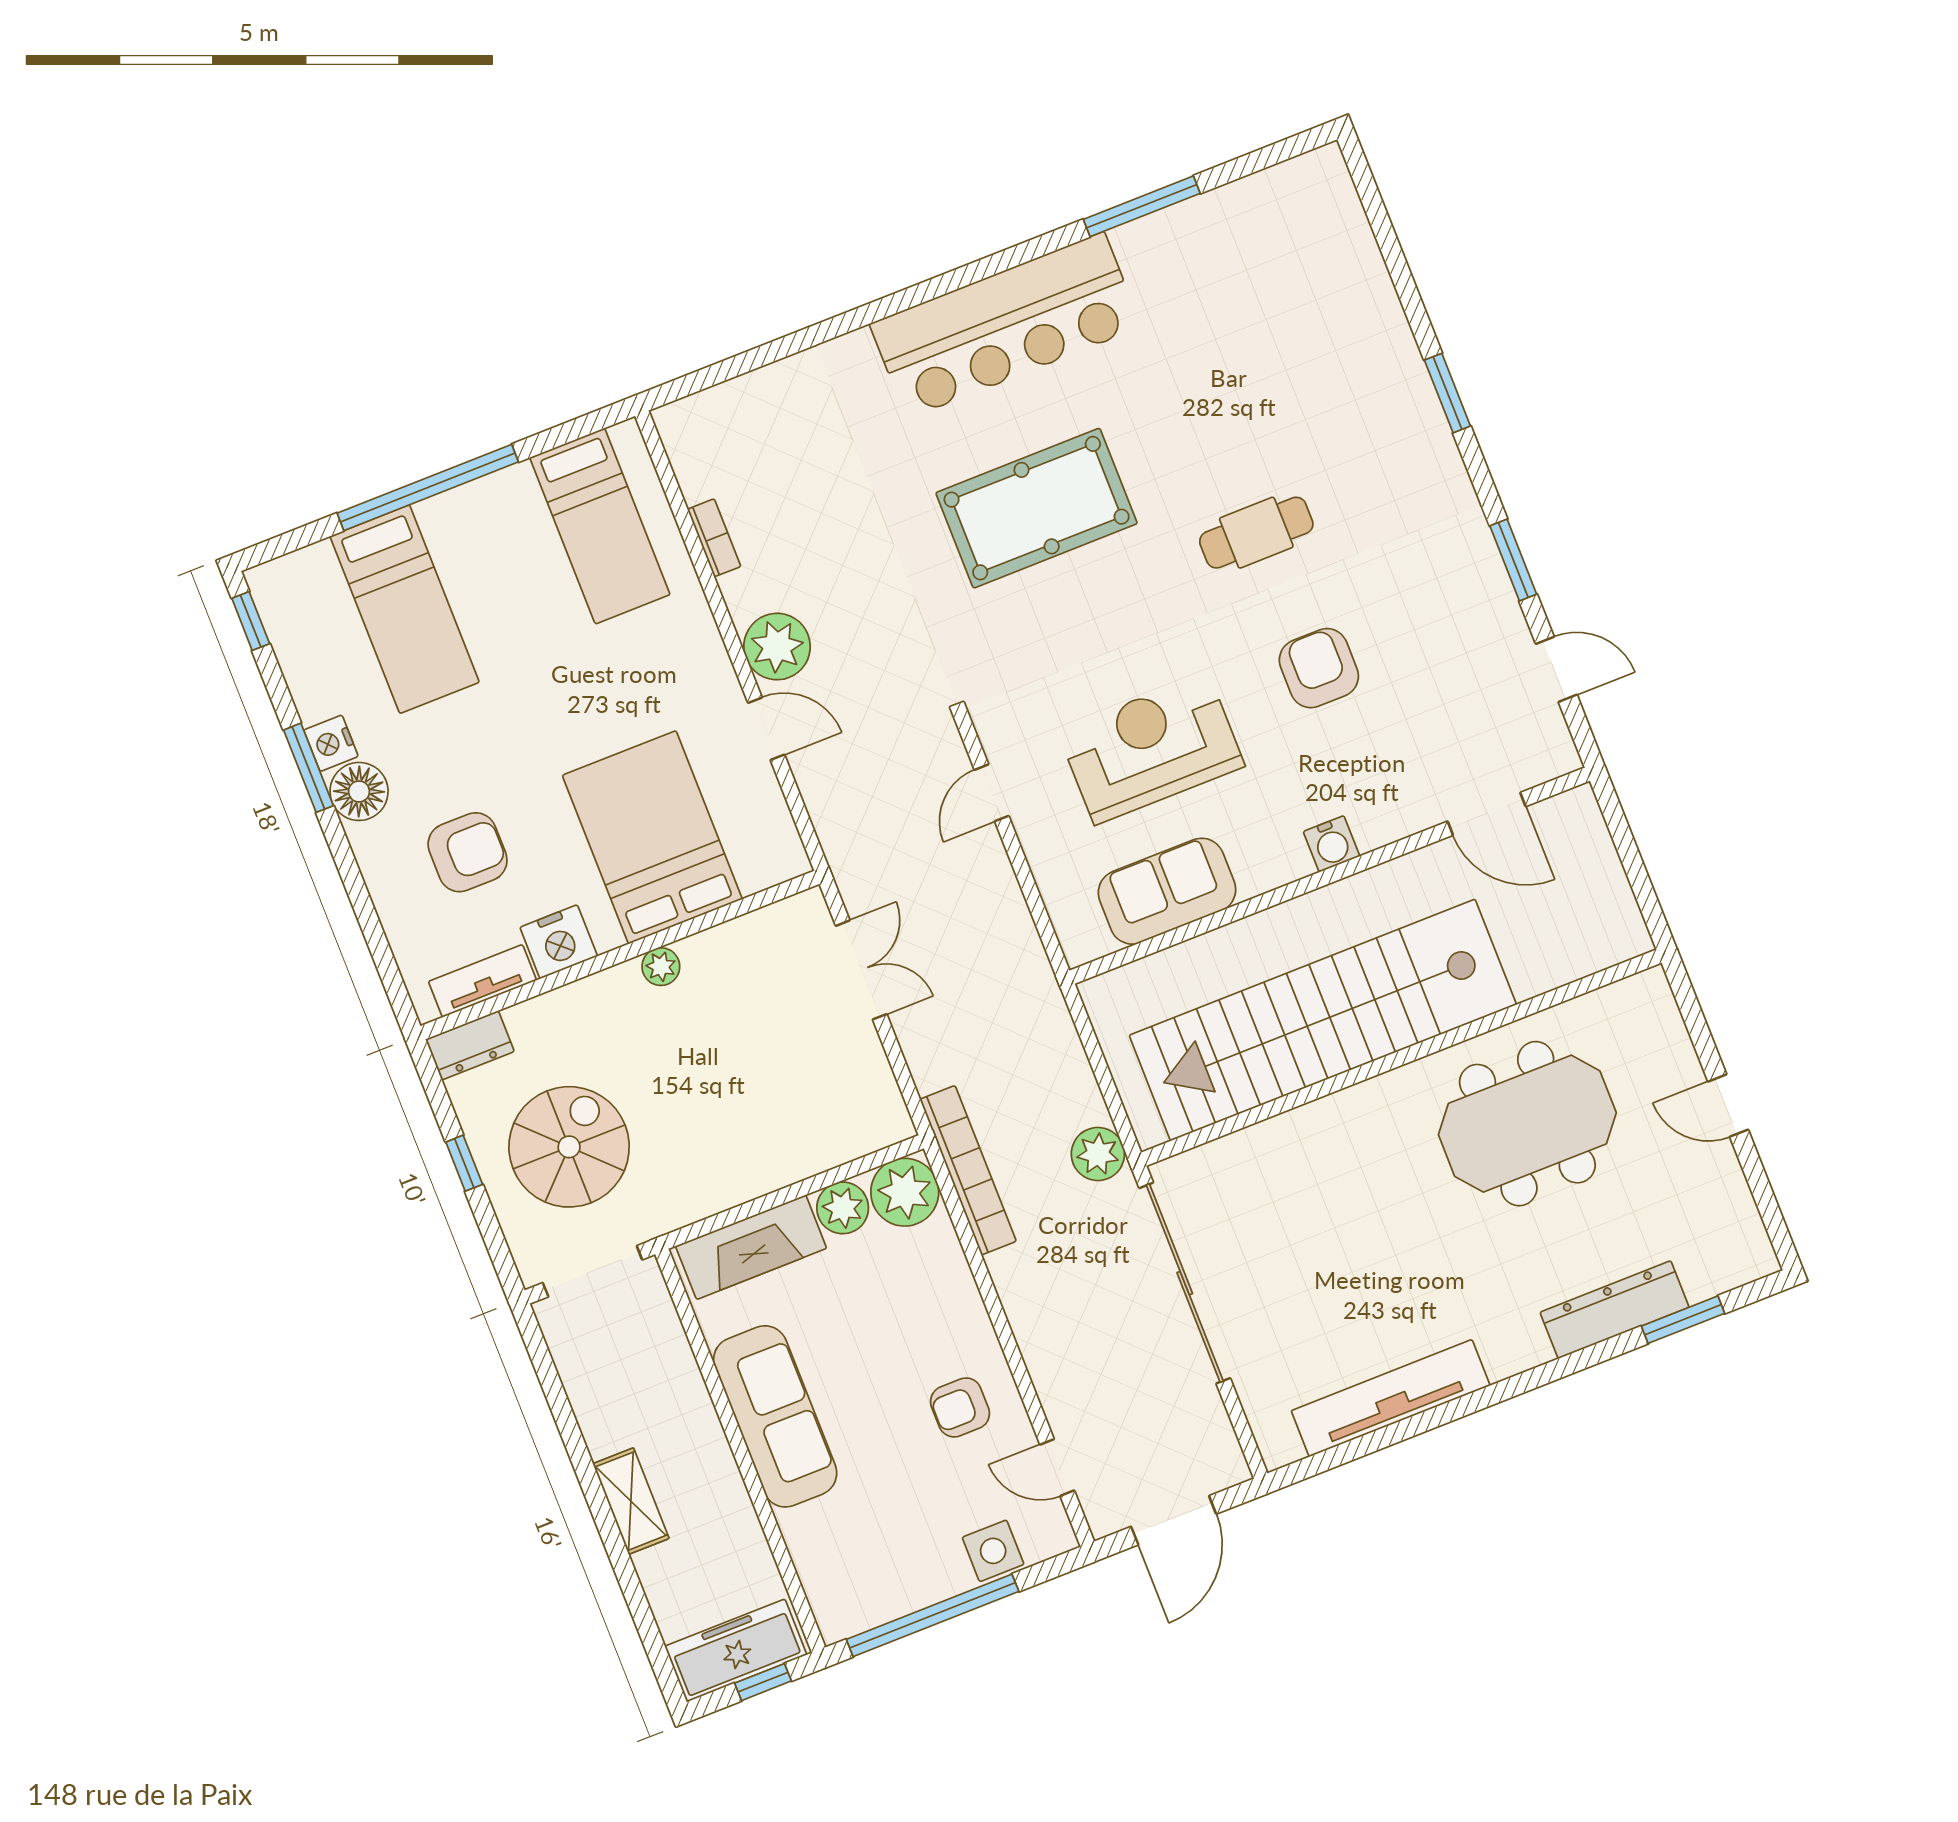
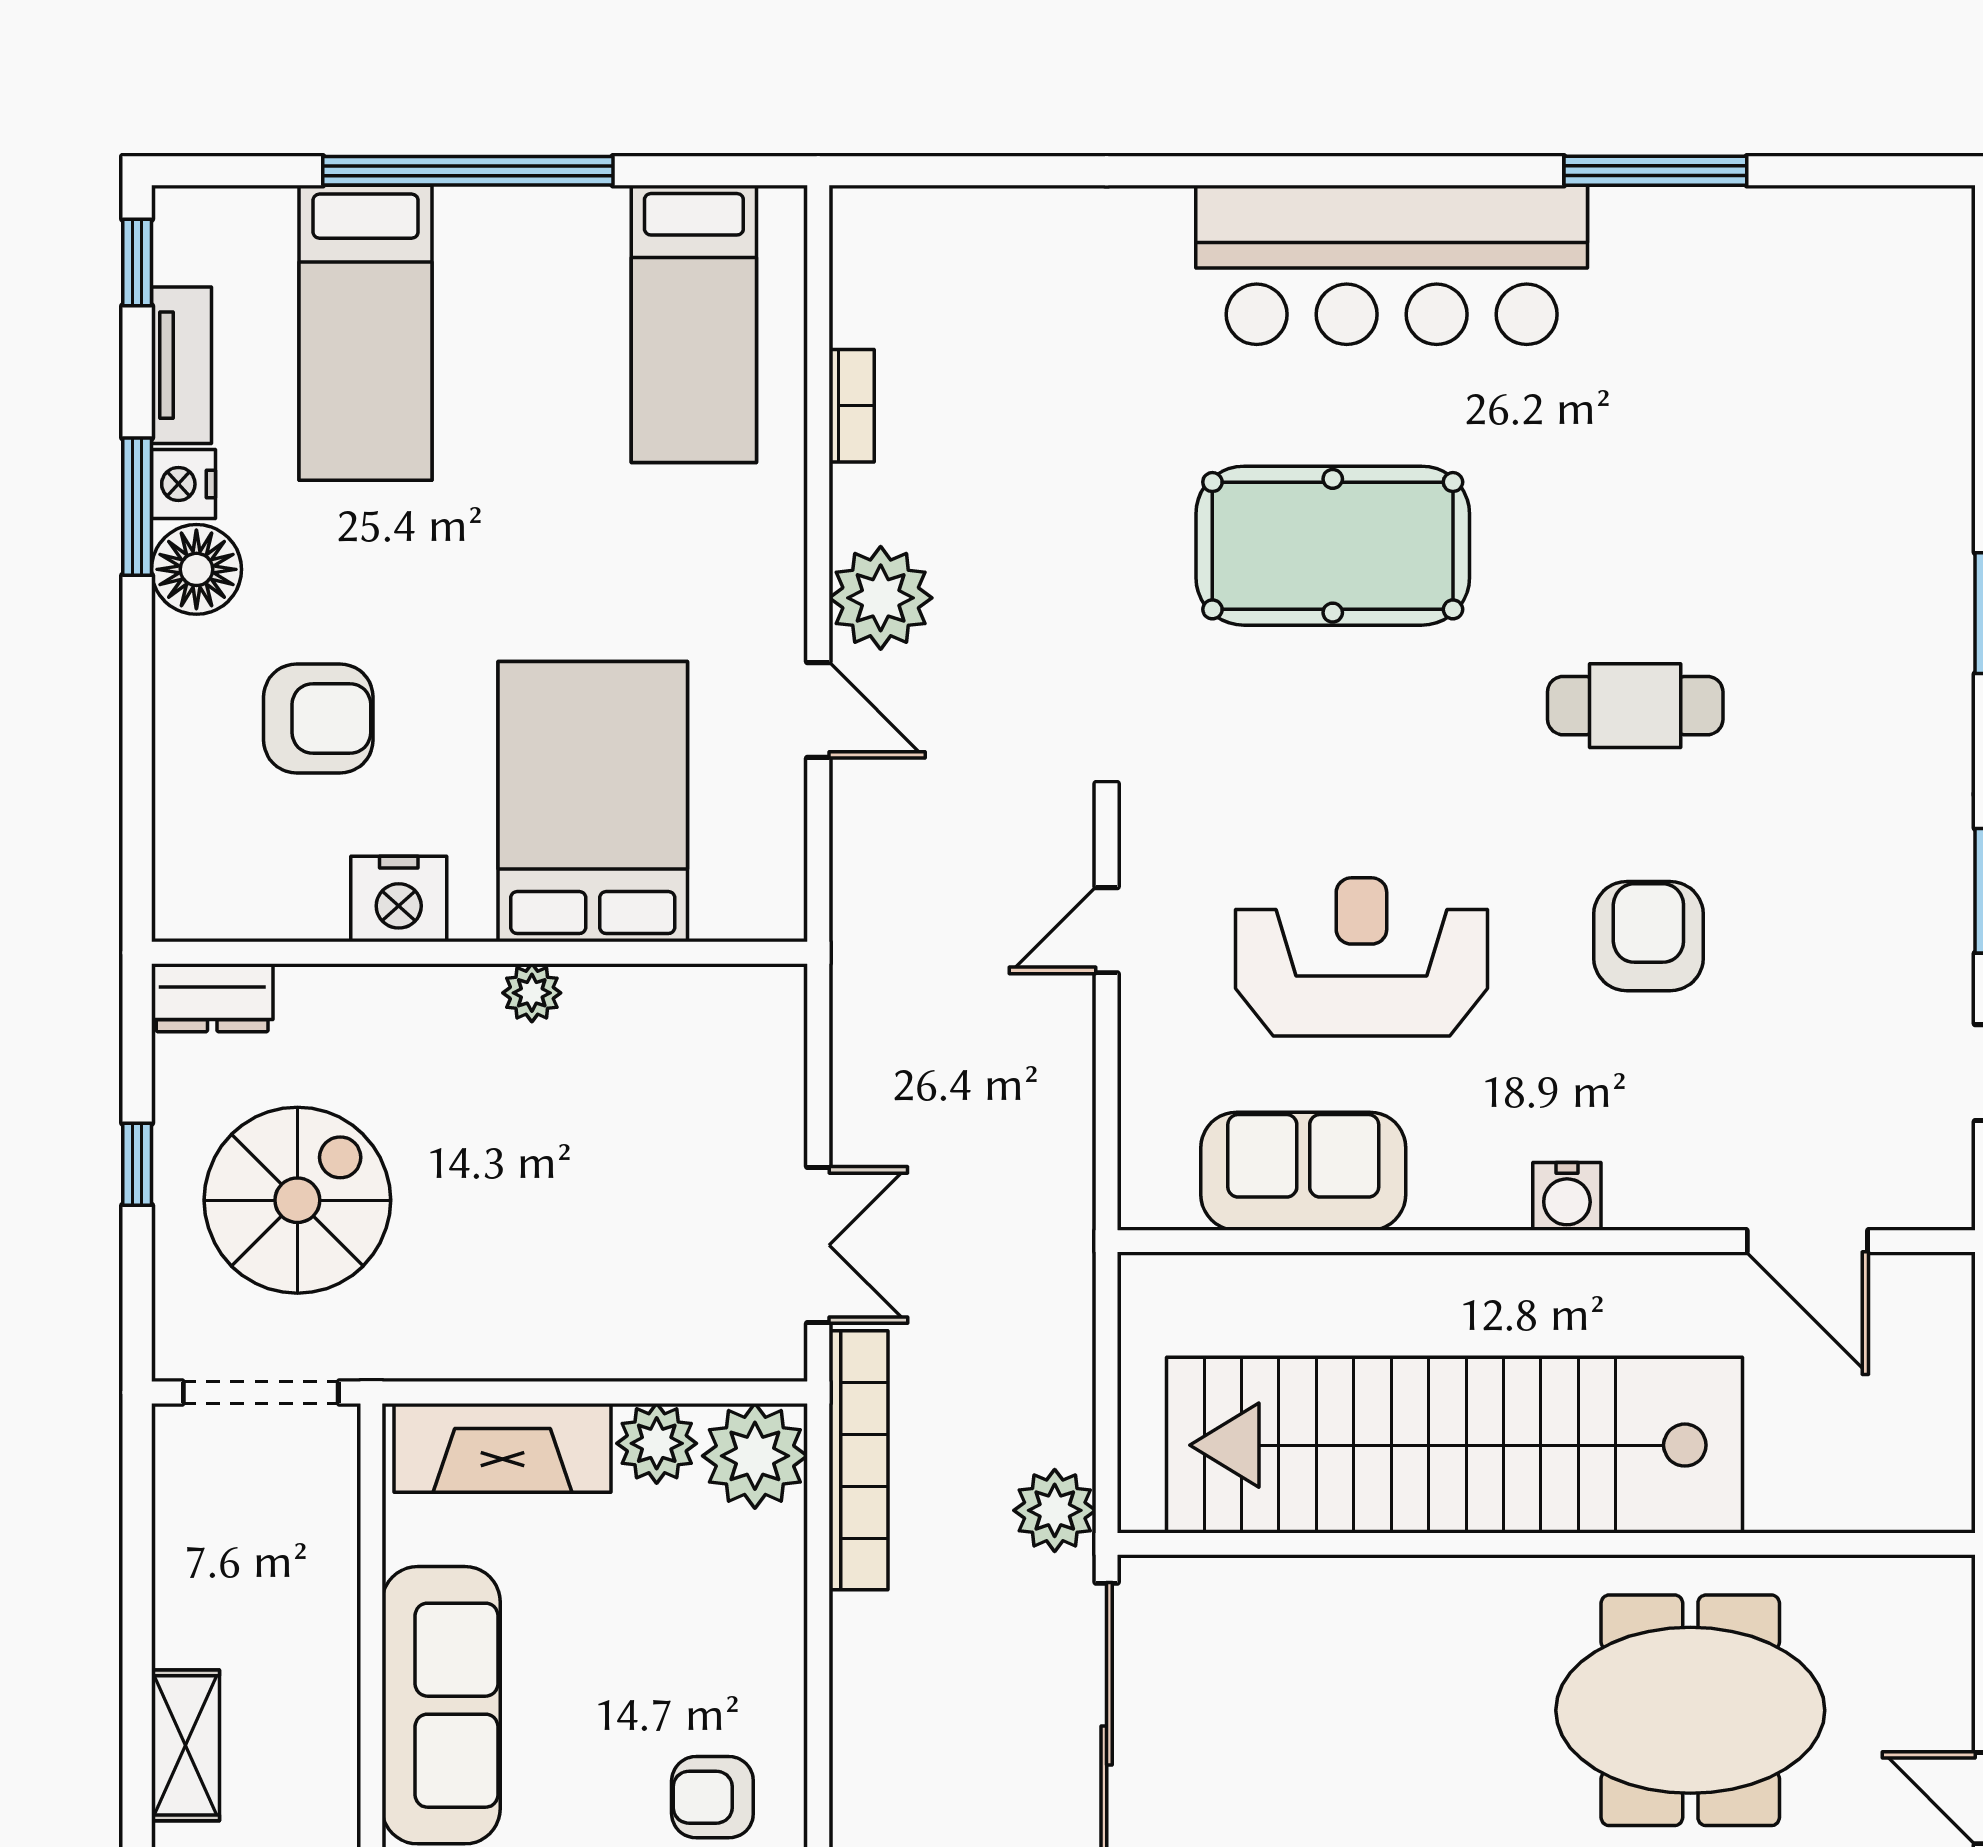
double door: (861, 970) -> (818, 1245), moved
tv unit: (482, 981) -> (181, 365), moved, turned 90

